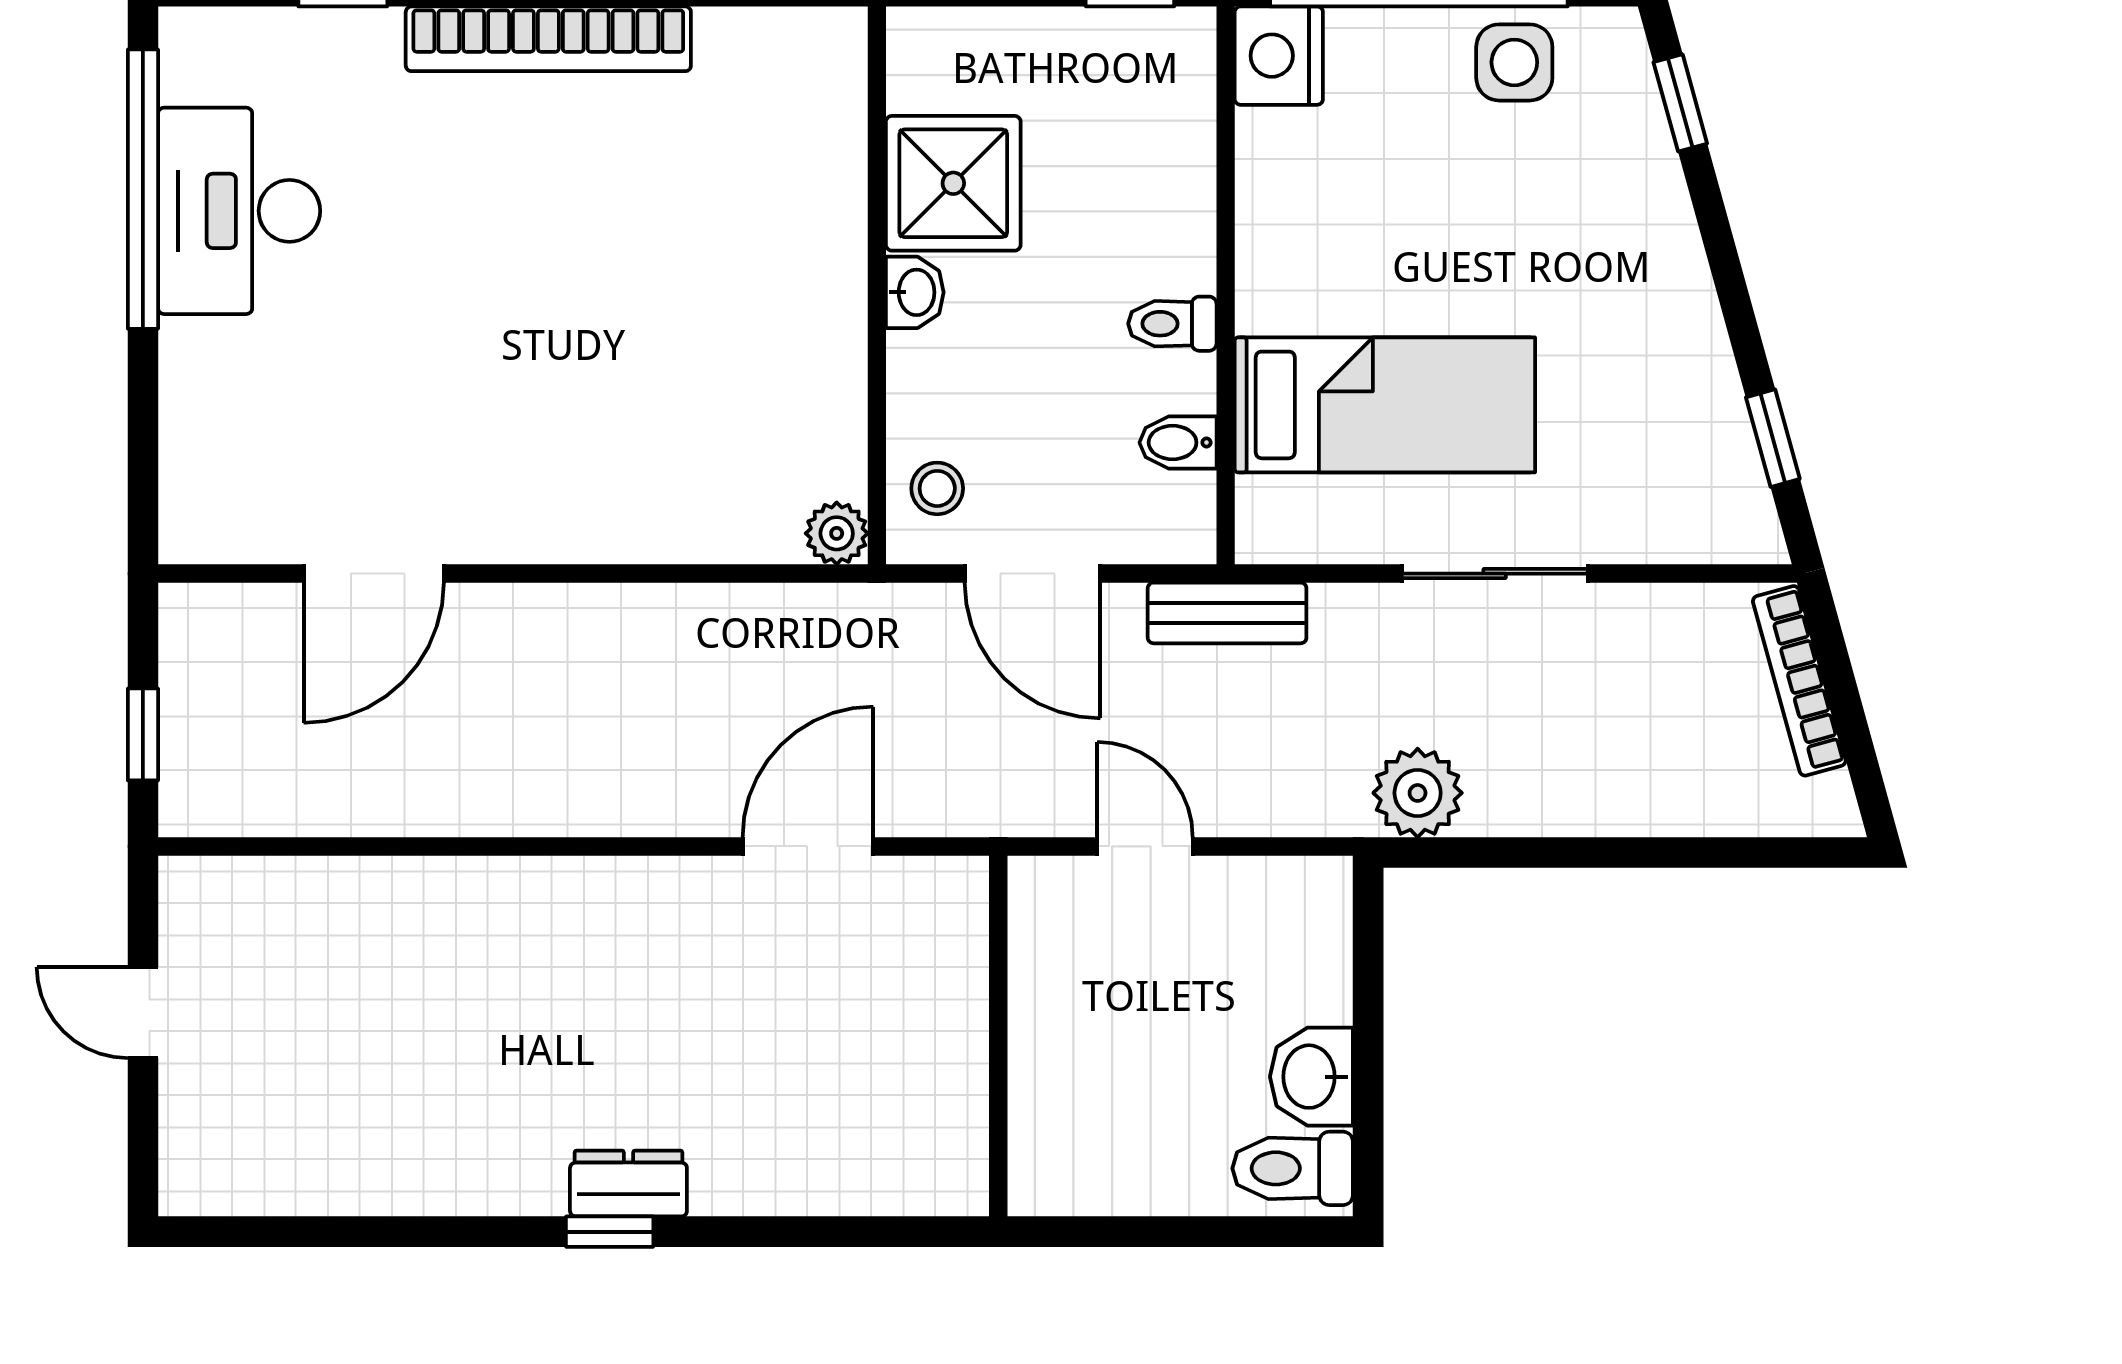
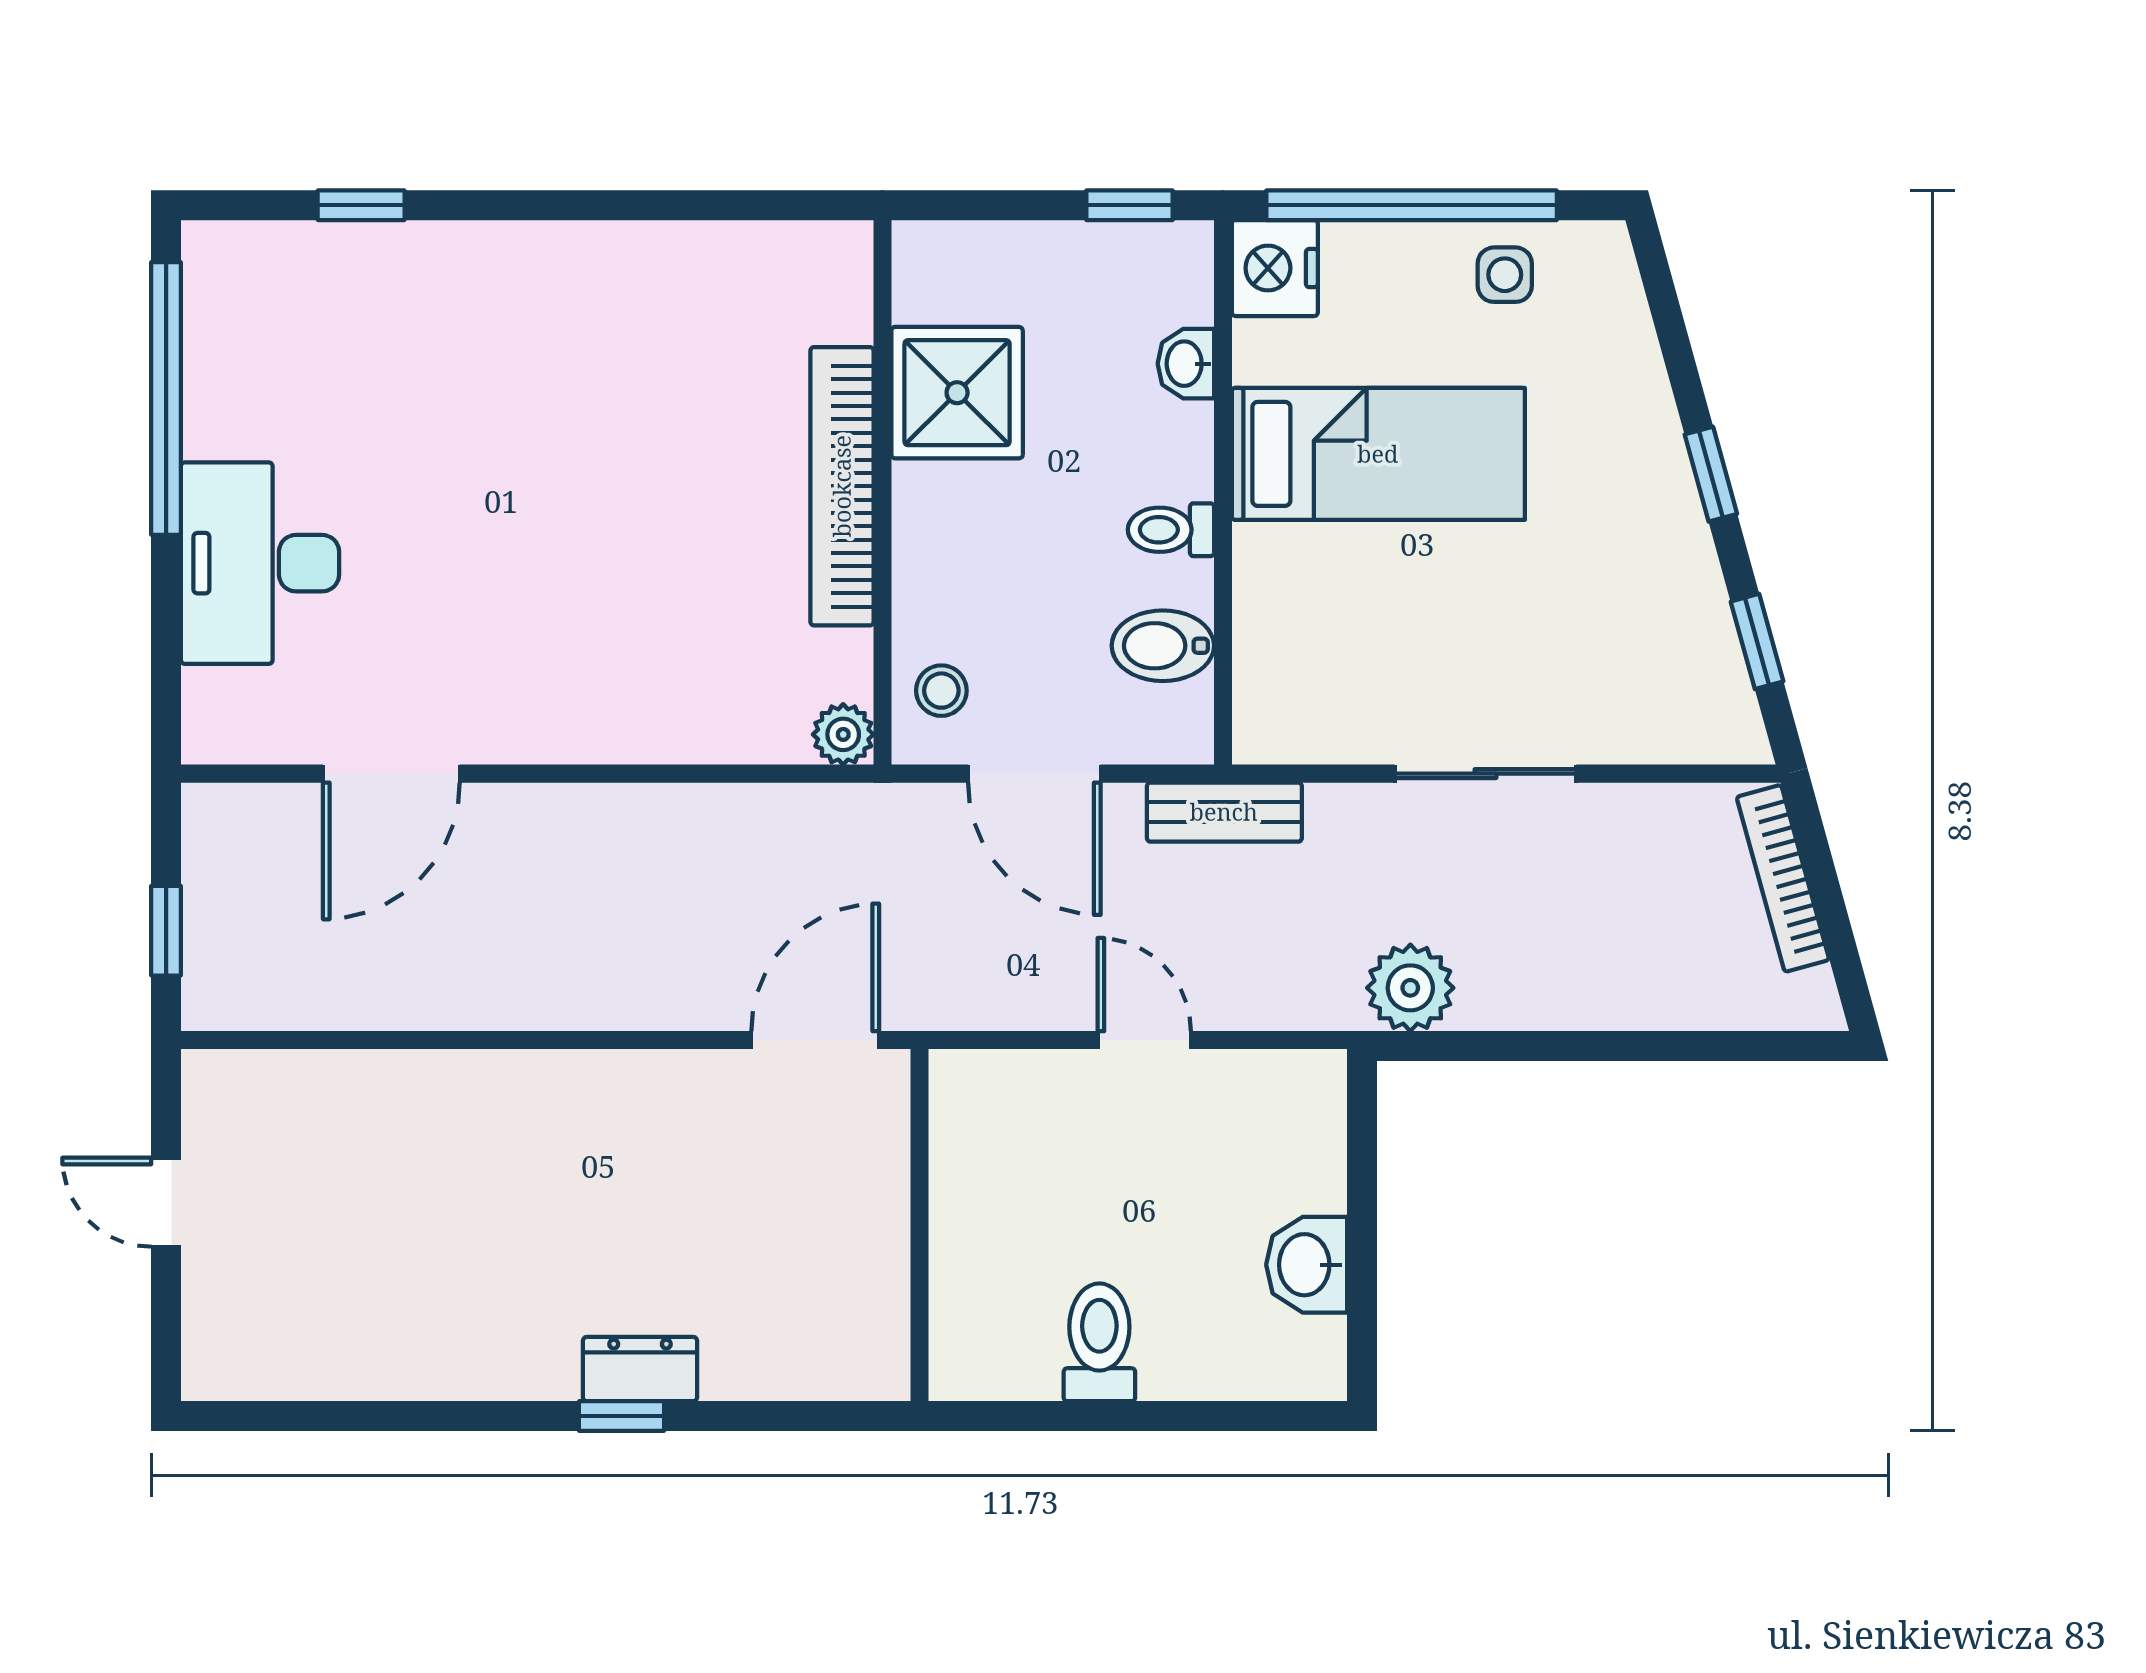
bookcase: (548, 39) -> (842, 486), moved, turned 90
side table: (1514, 62) -> (1505, 275), width x0.73, depth x0.73
window: (1680, 103) -> (1711, 474), moved
desk: (239, 211) -> (260, 563), moved
washbasin: (915, 292) -> (1186, 364), moved, turned 180
bed: (1385, 405) -> (1378, 454), moved
bidet: (1178, 443) -> (1163, 646), width x1.38, depth x1.36
wall: (998, 1036) -> (919, 1225), moved
toilet: (1293, 1168) -> (1099, 1342), moved, turned 90

